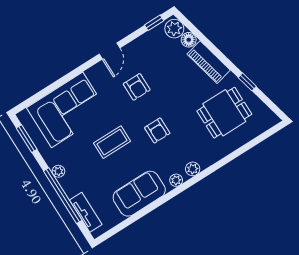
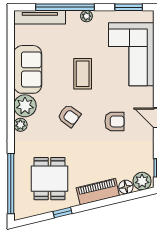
armchair: (137, 87) -> (114, 121), turned 180
armchair: (157, 131) -> (69, 116), turned -144
window: (251, 144) -> (11, 184), added
plant: (176, 180) -> (25, 106), width x1.88, depth x1.88
tv unit: (86, 212) -> (40, 17), width x1.41

